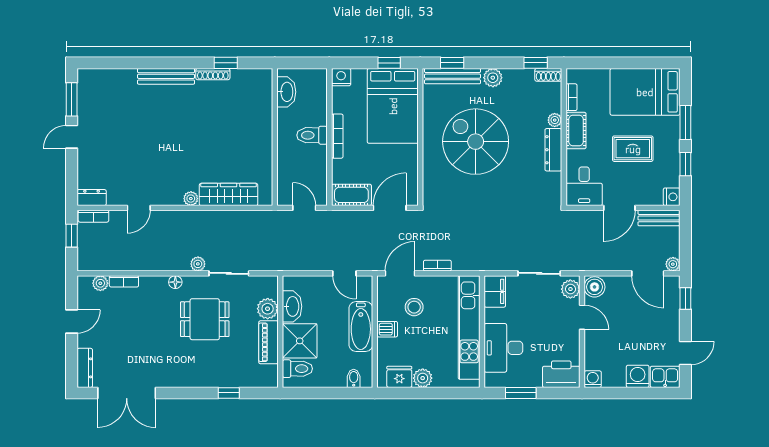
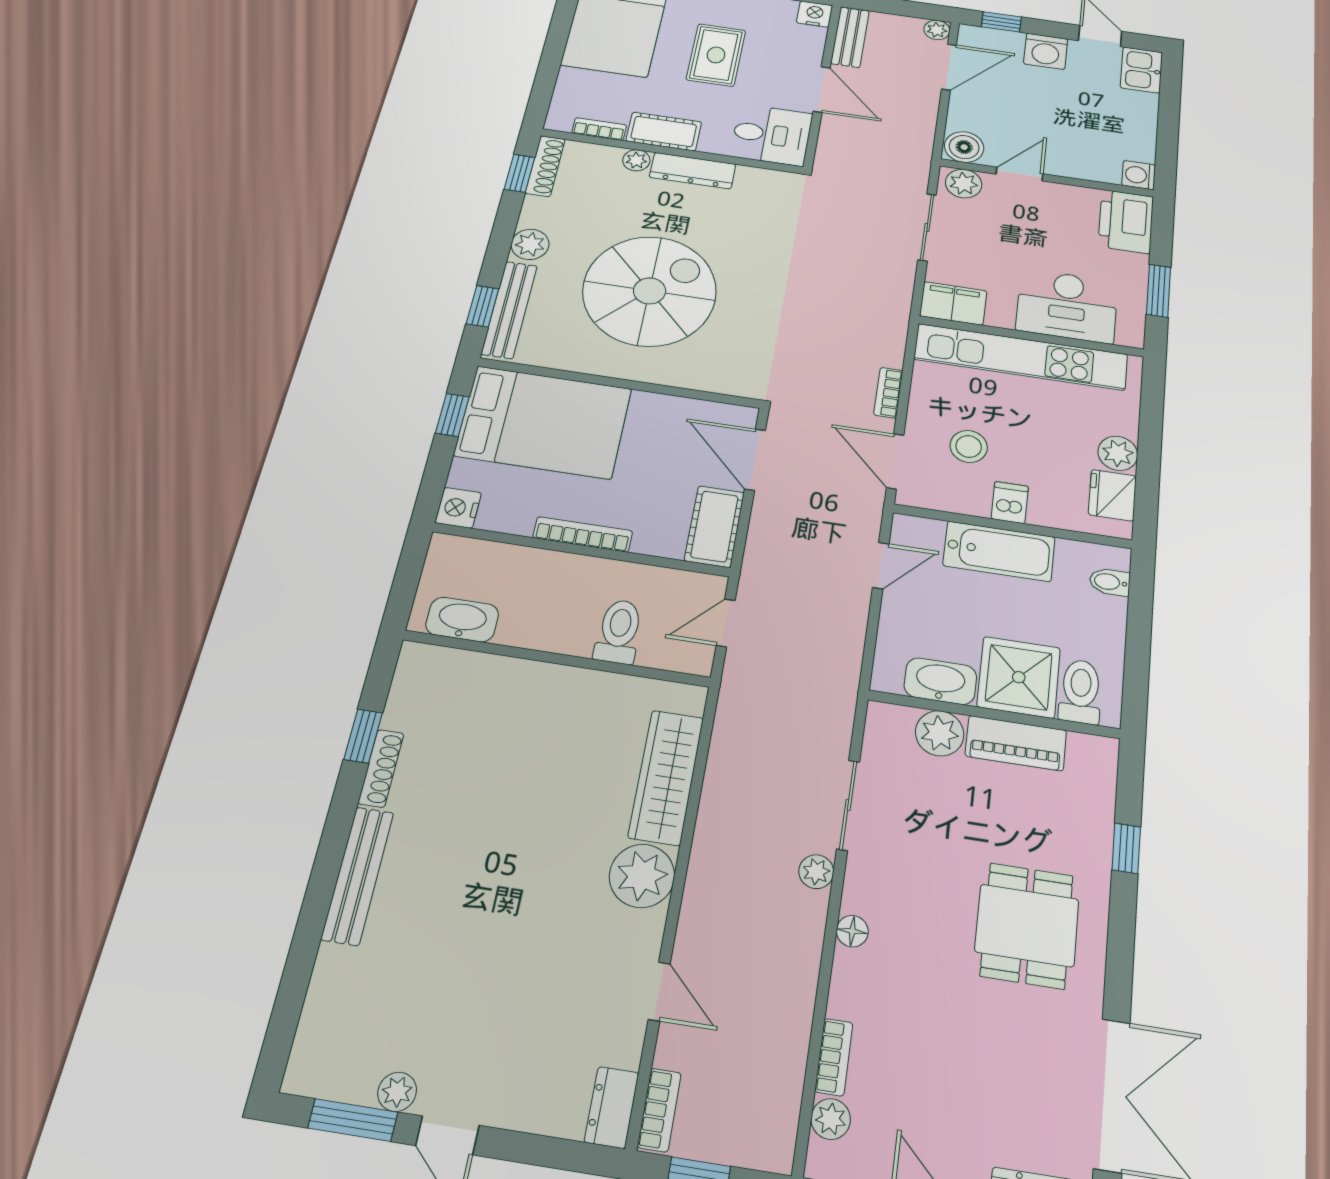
shoe rack: (548, 75) -> (545, 166), width x1.43
plant: (84, 114) -> (397, 1092), added
toilet: (312, 135) -> (619, 631), moved, turned 180
spiral stairs: (476, 142) -> (650, 291), turned 180
plant: (191, 199) -> (642, 876), width x1.88, depth x1.88
dining table: (205, 319) -> (1027, 925), moved
washing machine: (638, 376) -> (1046, 51), moved, turned -90

